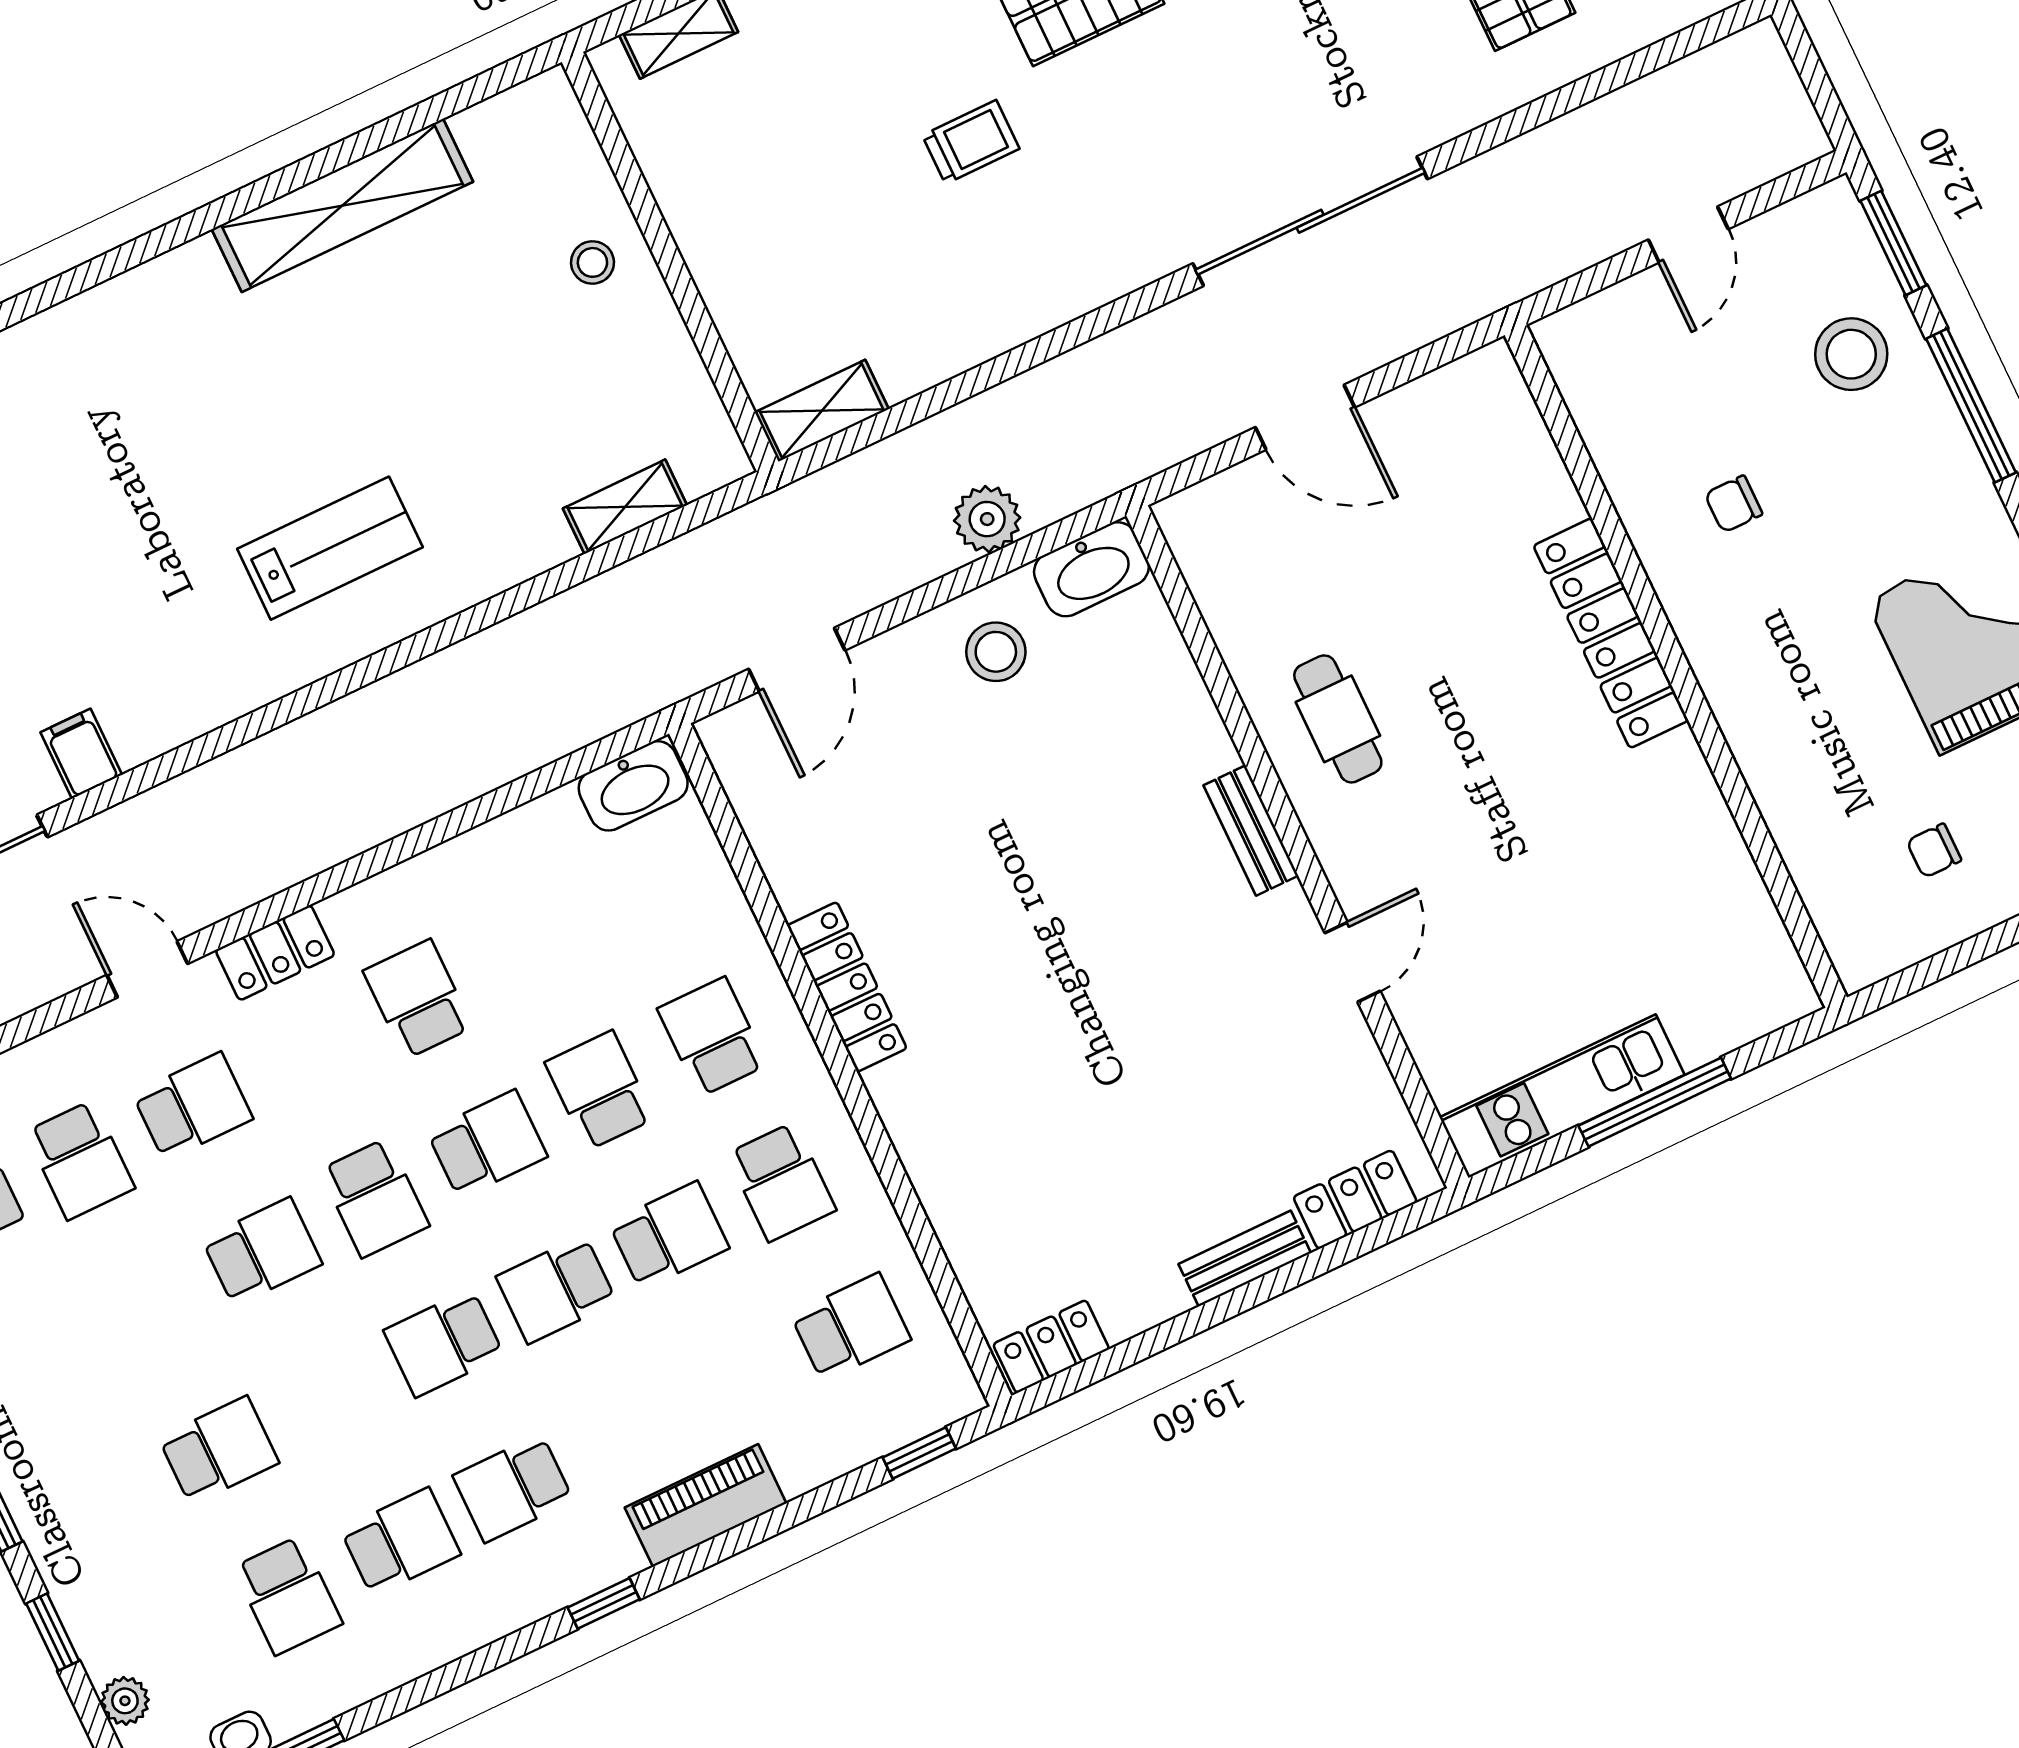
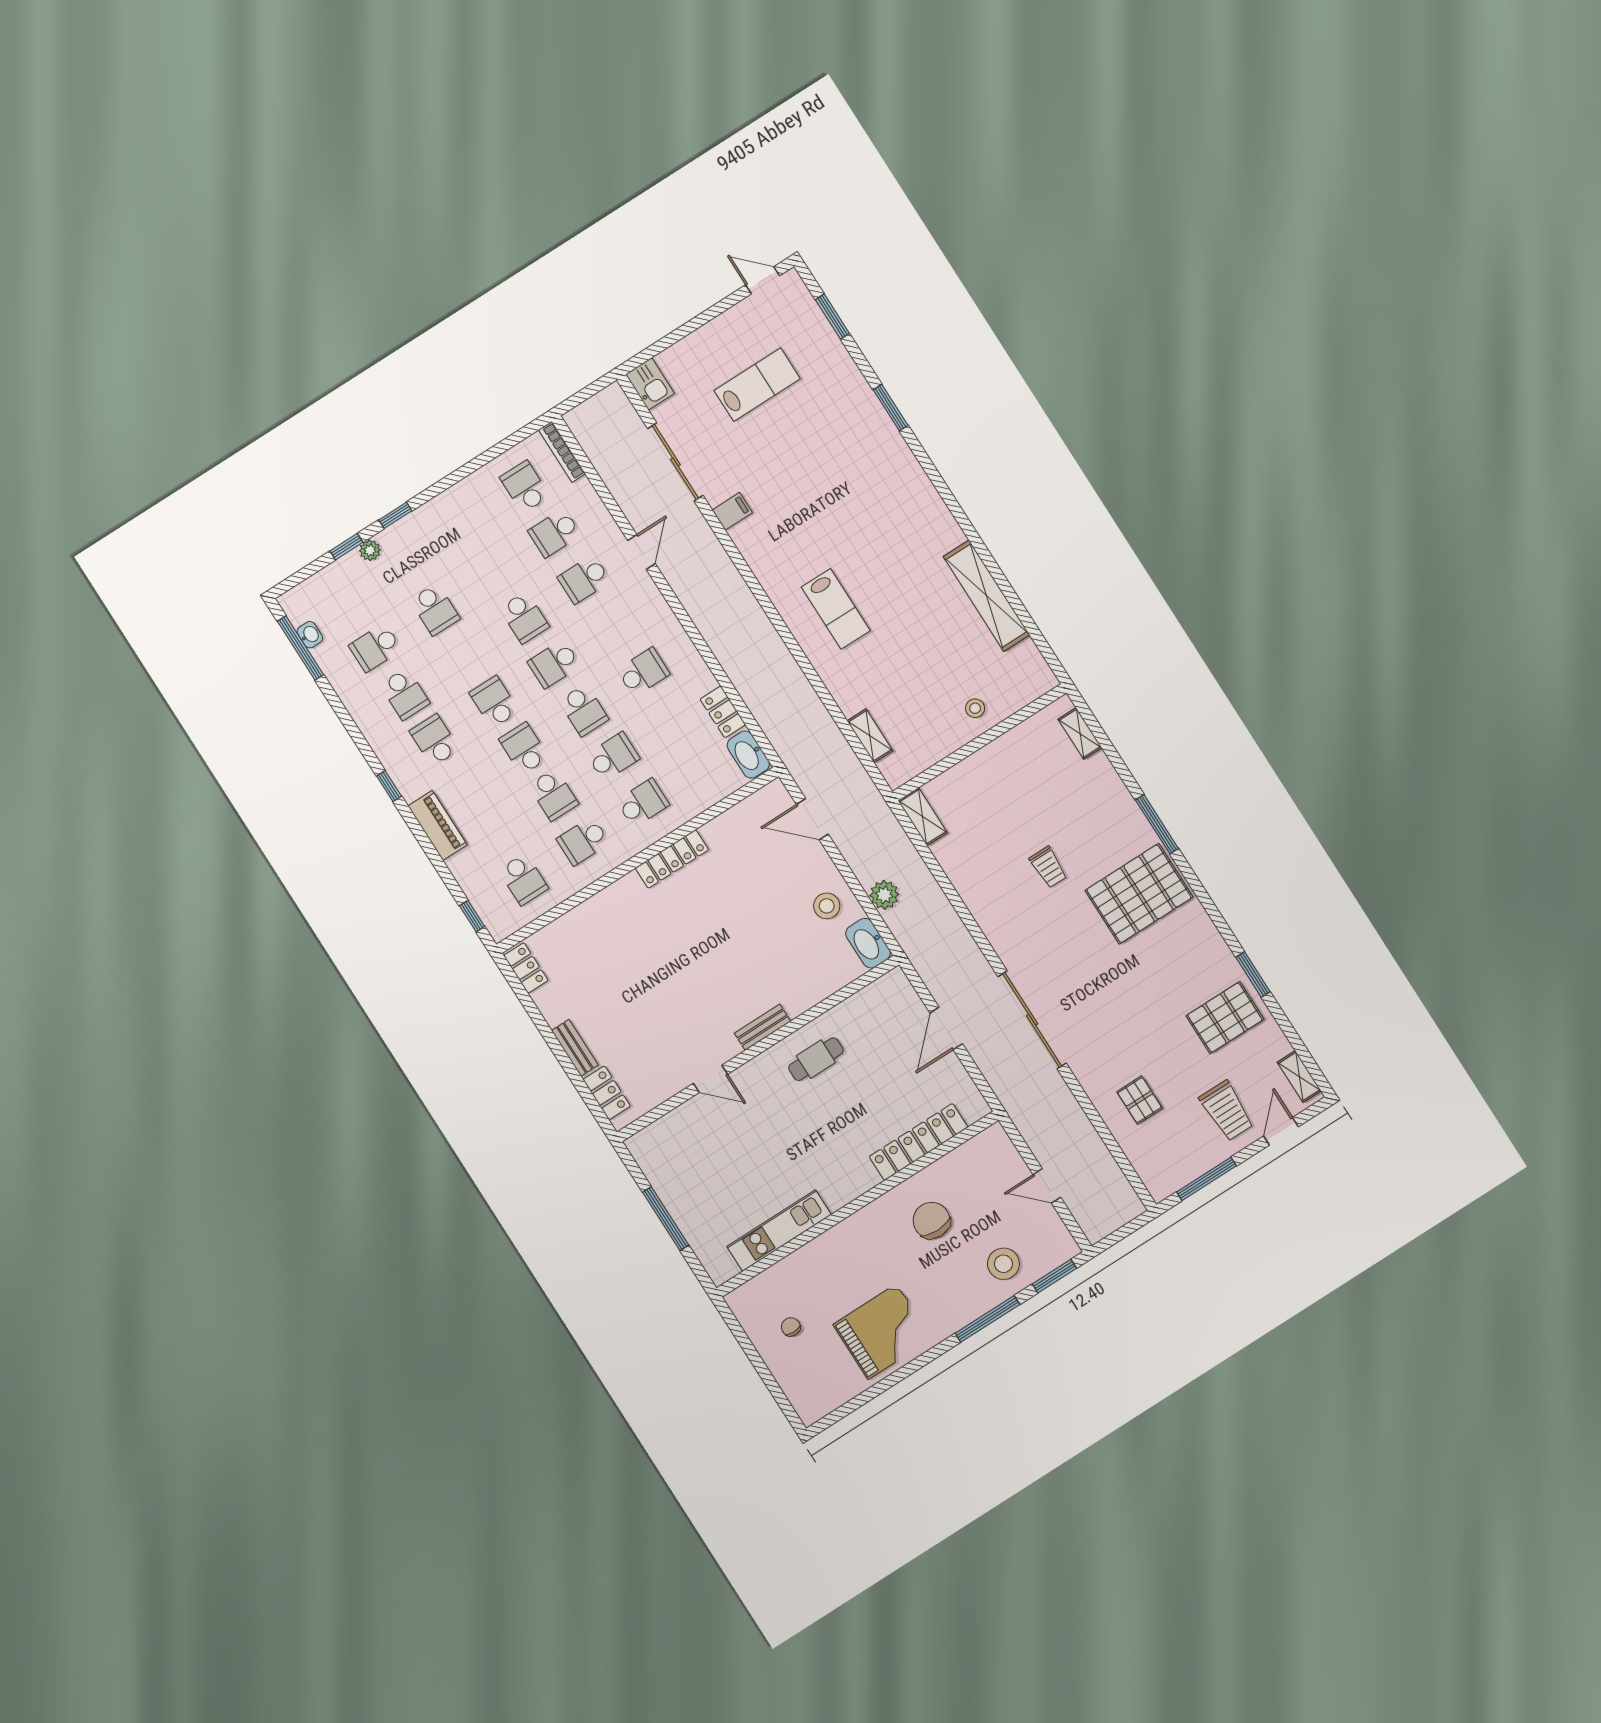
chair: (1734, 504) -> (932, 1220), width x1.87, depth x1.87
locker: (1611, 633) -> (919, 1142), moved
locker: (275, 953) -> (723, 712), moved
kitchen unit: (1562, 1096) -> (779, 1231), moved, turned -90
school desk: (193, 1106) -> (584, 579), turned 90
plant: (125, 1701) -> (370, 550), moved

